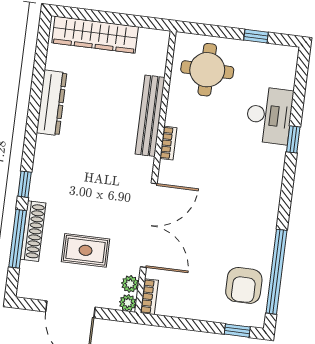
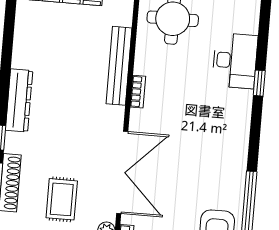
dresser: (52, 103) -> (19, 100), moved
rug: (86, 250) -> (62, 199), turned 90

